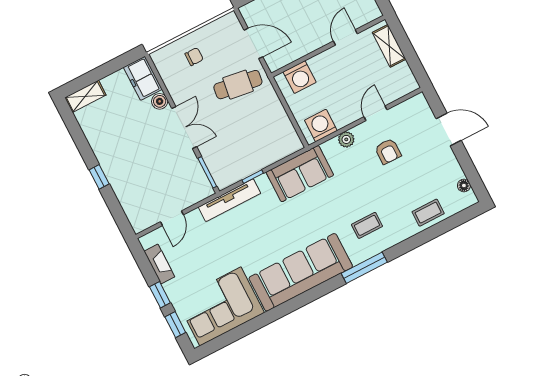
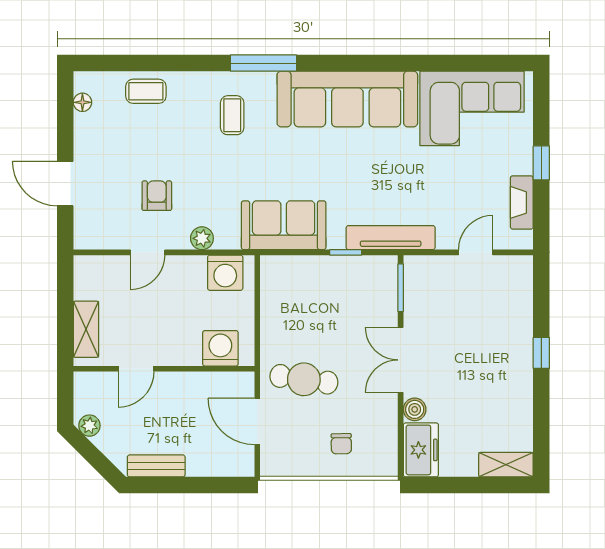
chair: (194, 57) -> (341, 444), turned -91
coffee table: (367, 225) -> (232, 115), turned 90
window: (175, 325) -> (541, 115), removed

